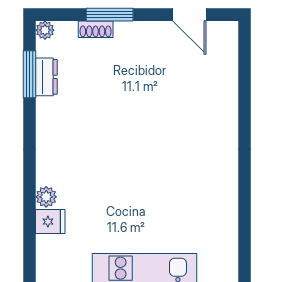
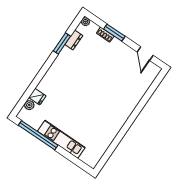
window: (30, 74) -> (62, 43), moved
plant: (46, 197) -> (29, 105), moved

